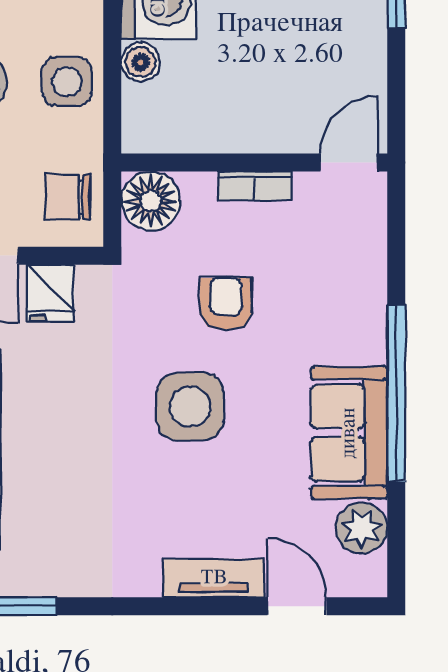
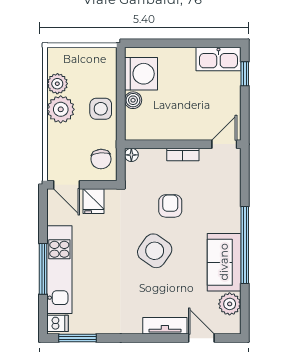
chair: (67, 197) -> (101, 159), turned -94
floor lamp: (151, 201) -> (131, 155), width x0.53, depth x0.53
side table: (190, 407) -> (155, 251), turned 35

